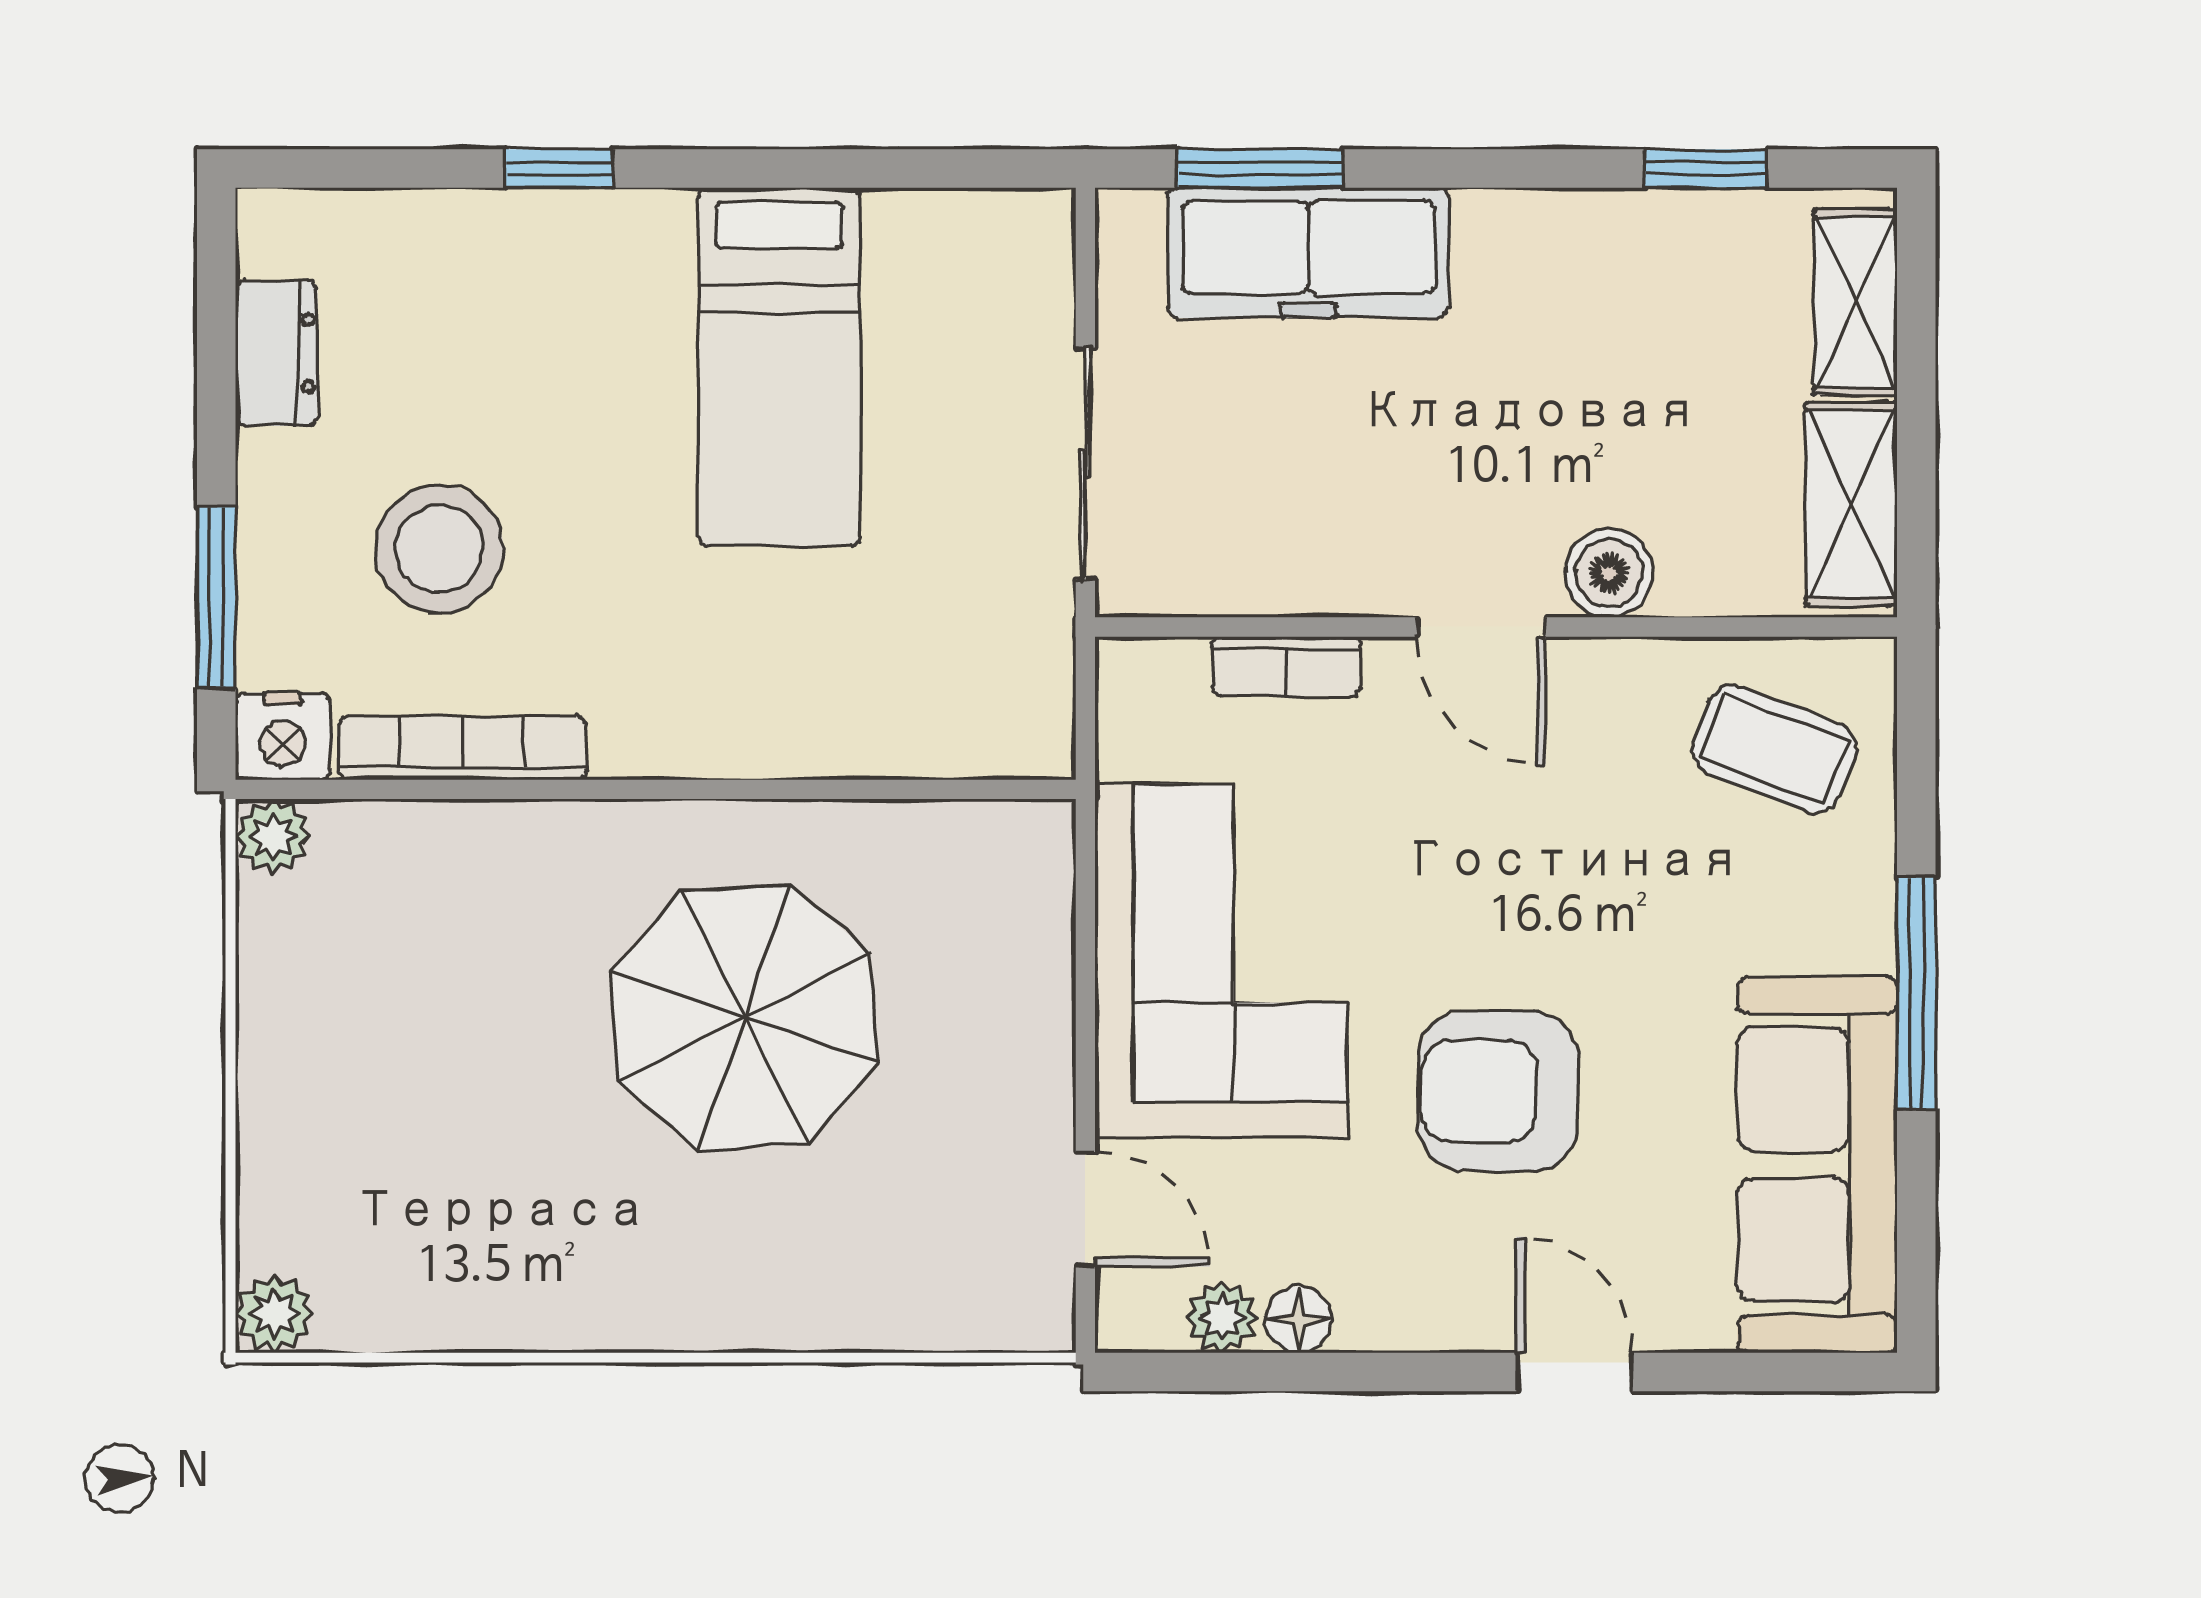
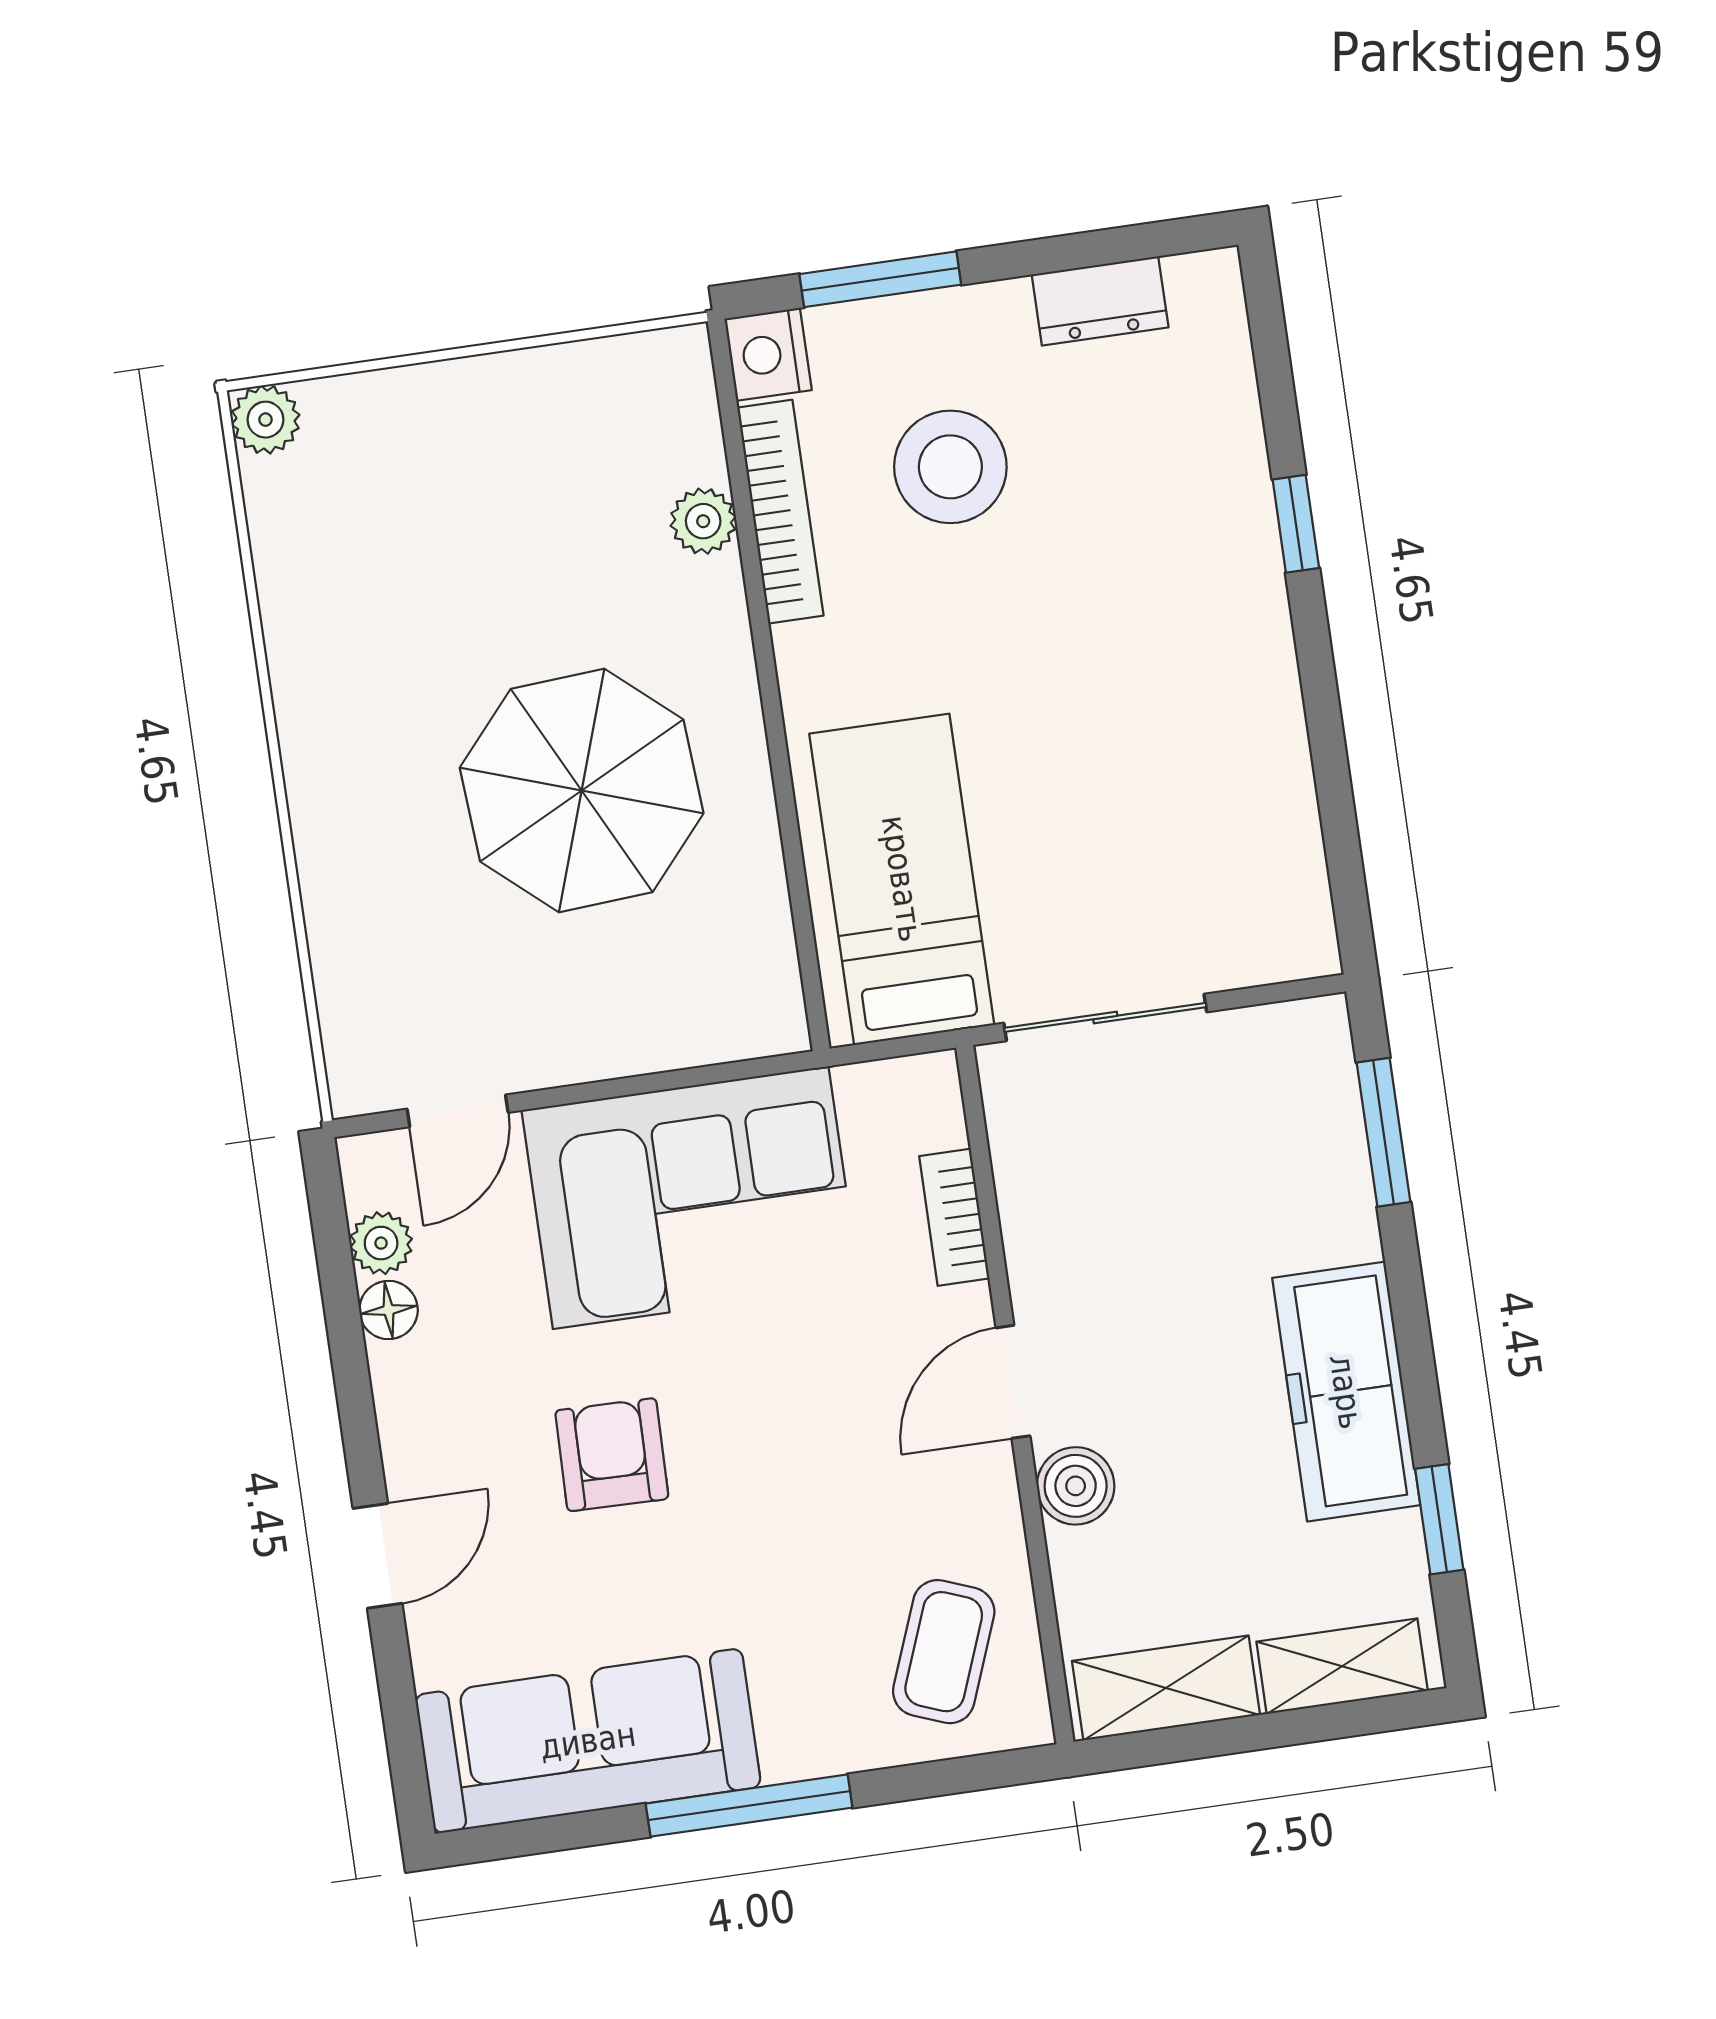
freezer: (1308, 253) -> (1346, 1392), moved
bed: (780, 367) -> (902, 879), moved, turned 90
plant: (273, 837) -> (703, 521), moved
armchair: (1498, 1091) -> (612, 1455), width x0.72, depth x0.72

